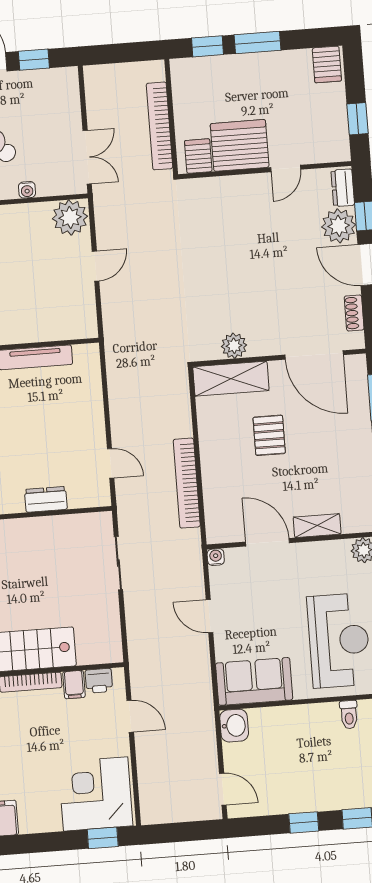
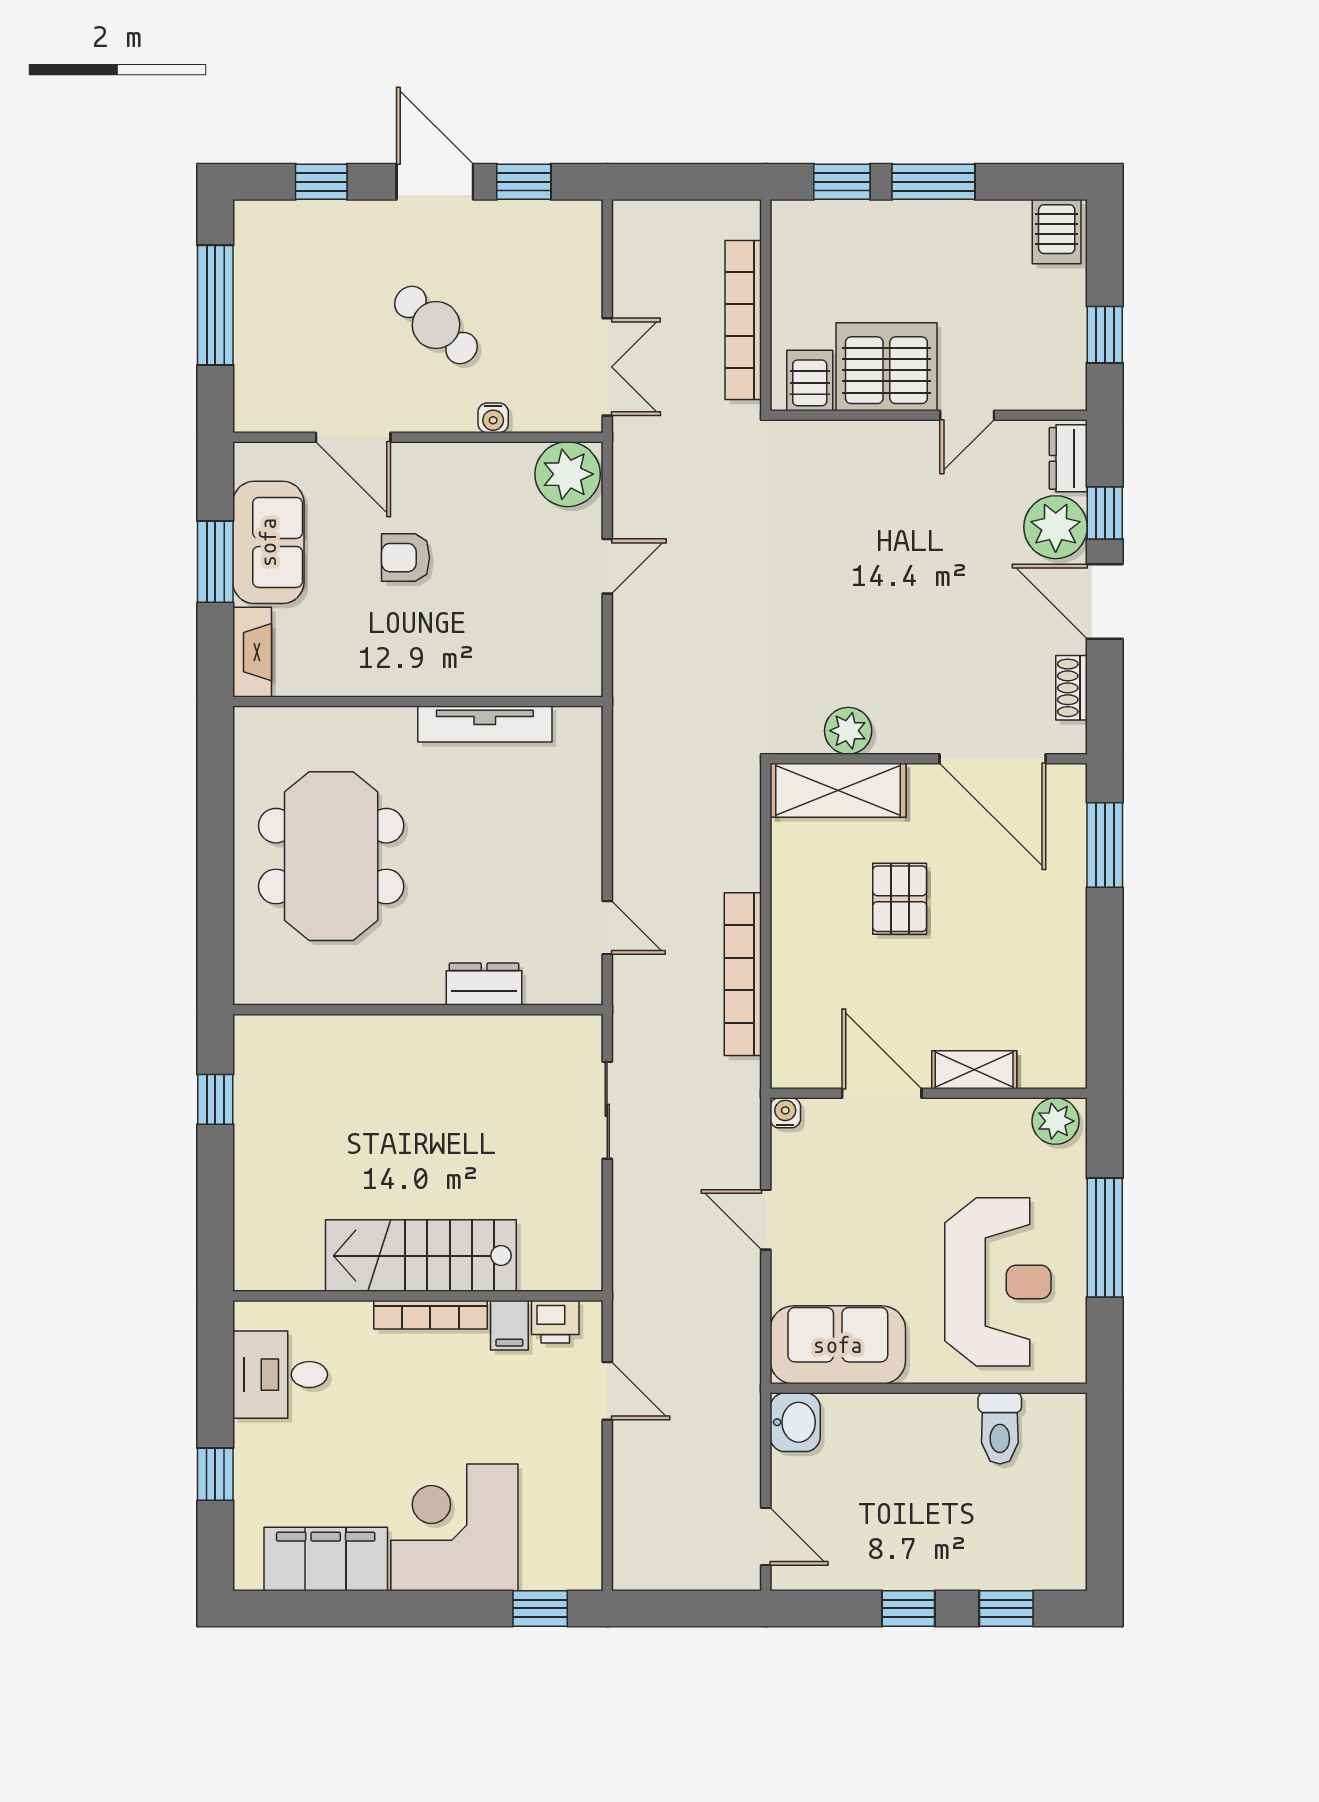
toilet: (349, 715) -> (1000, 1428), width x1.37, depth x1.39
corner desk: (96, 794) -> (454, 1527), moved

